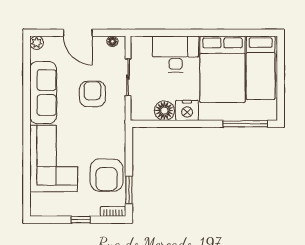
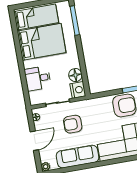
desk: (176, 54) -> (38, 78), width x0.73
nightstand: (187, 110) -> (78, 90), moved

